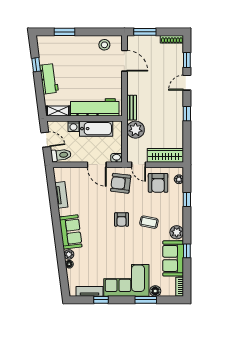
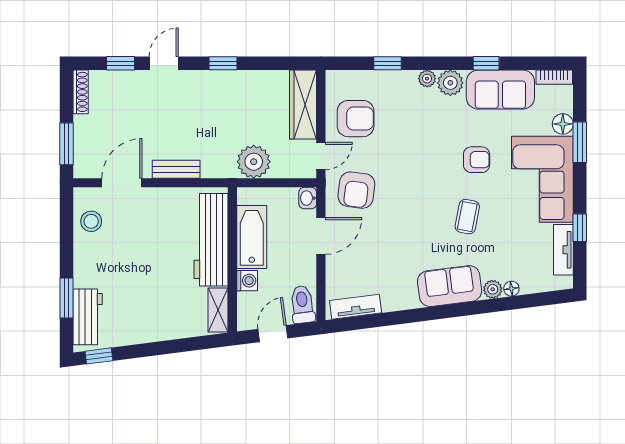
window: (36, 65) -> (99, 356), moved
workbench: (49, 79) -> (88, 317), moved, turned 97
door: (187, 83) -> (164, 63), swing flipped
bench: (132, 108) -> (176, 169), moved
plant: (179, 179) -> (427, 79), moved
tv unit: (61, 195) -> (356, 307), moved
armchair: (122, 219) -> (477, 160), moved
coffee table: (149, 222) -> (467, 217), moved

